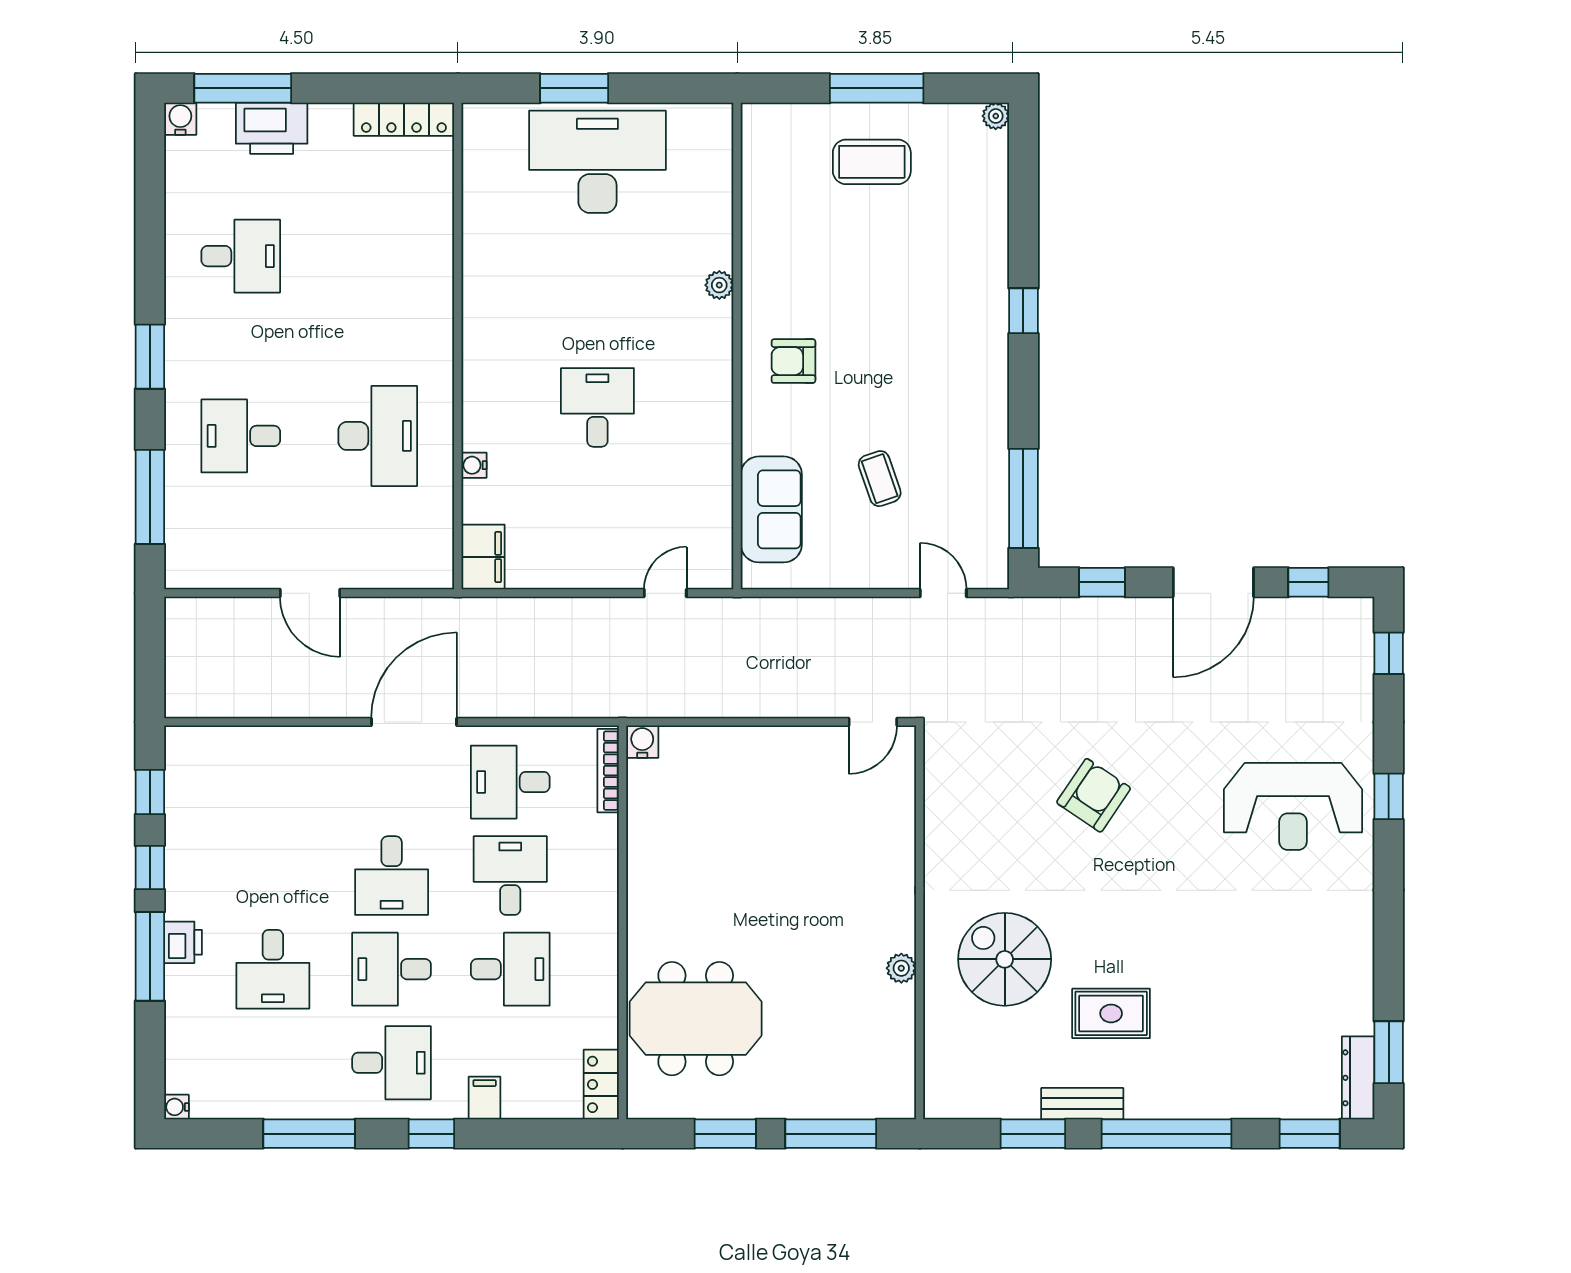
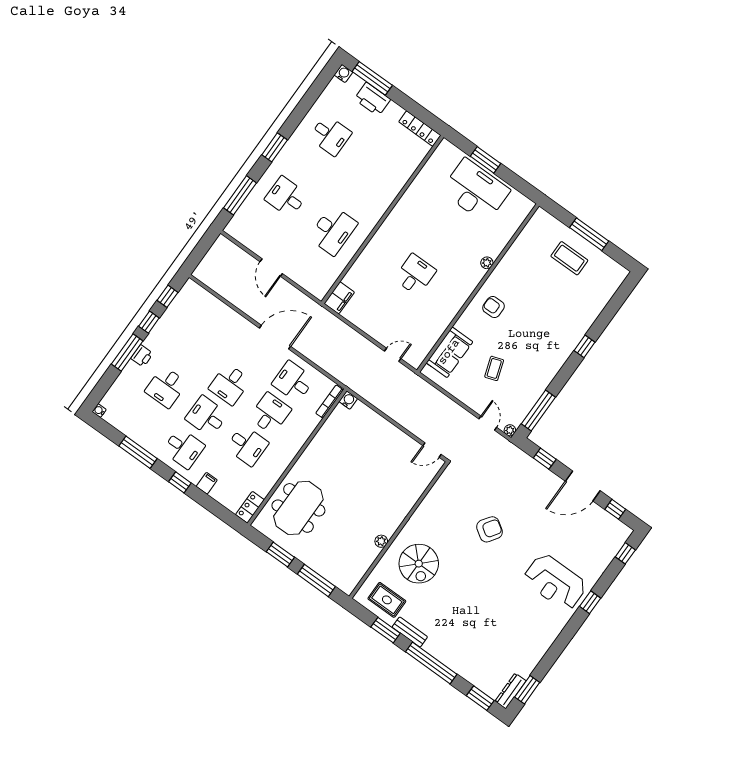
plant: (996, 116) -> (510, 430), moved
water cooler: (474, 465) -> (359, 264), removed
spiral stairs: (1005, 959) -> (419, 564), turned 180
rug: (1111, 1013) -> (387, 600), moved
meeting table: (696, 1019) -> (298, 508), turned 90

